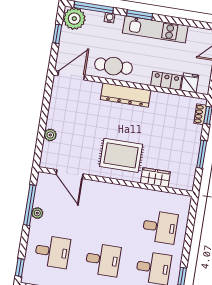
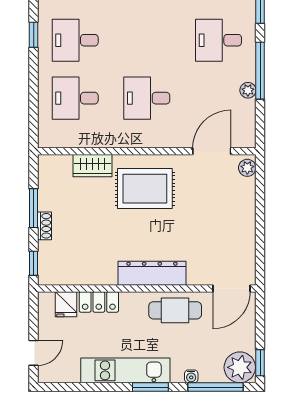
window: (57, 34) -> (260, 363), moved
shoe rack: (200, 114) -> (45, 226), moved
plant: (50, 135) -> (247, 168), moved
door: (70, 174) -> (212, 151), hinge flipped
window: (30, 205) -> (260, 71), moved
desk: (103, 260) -> (147, 98), moved

